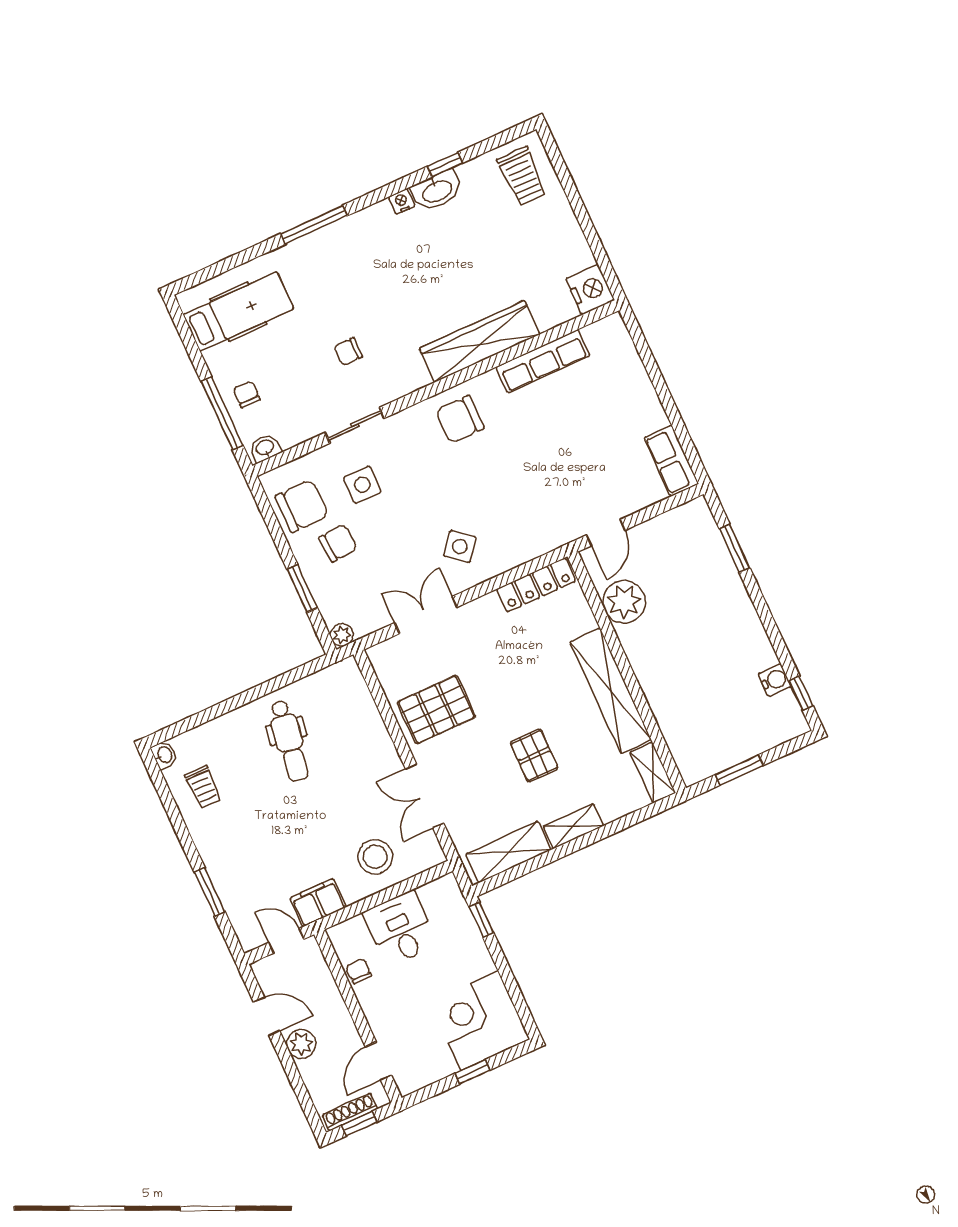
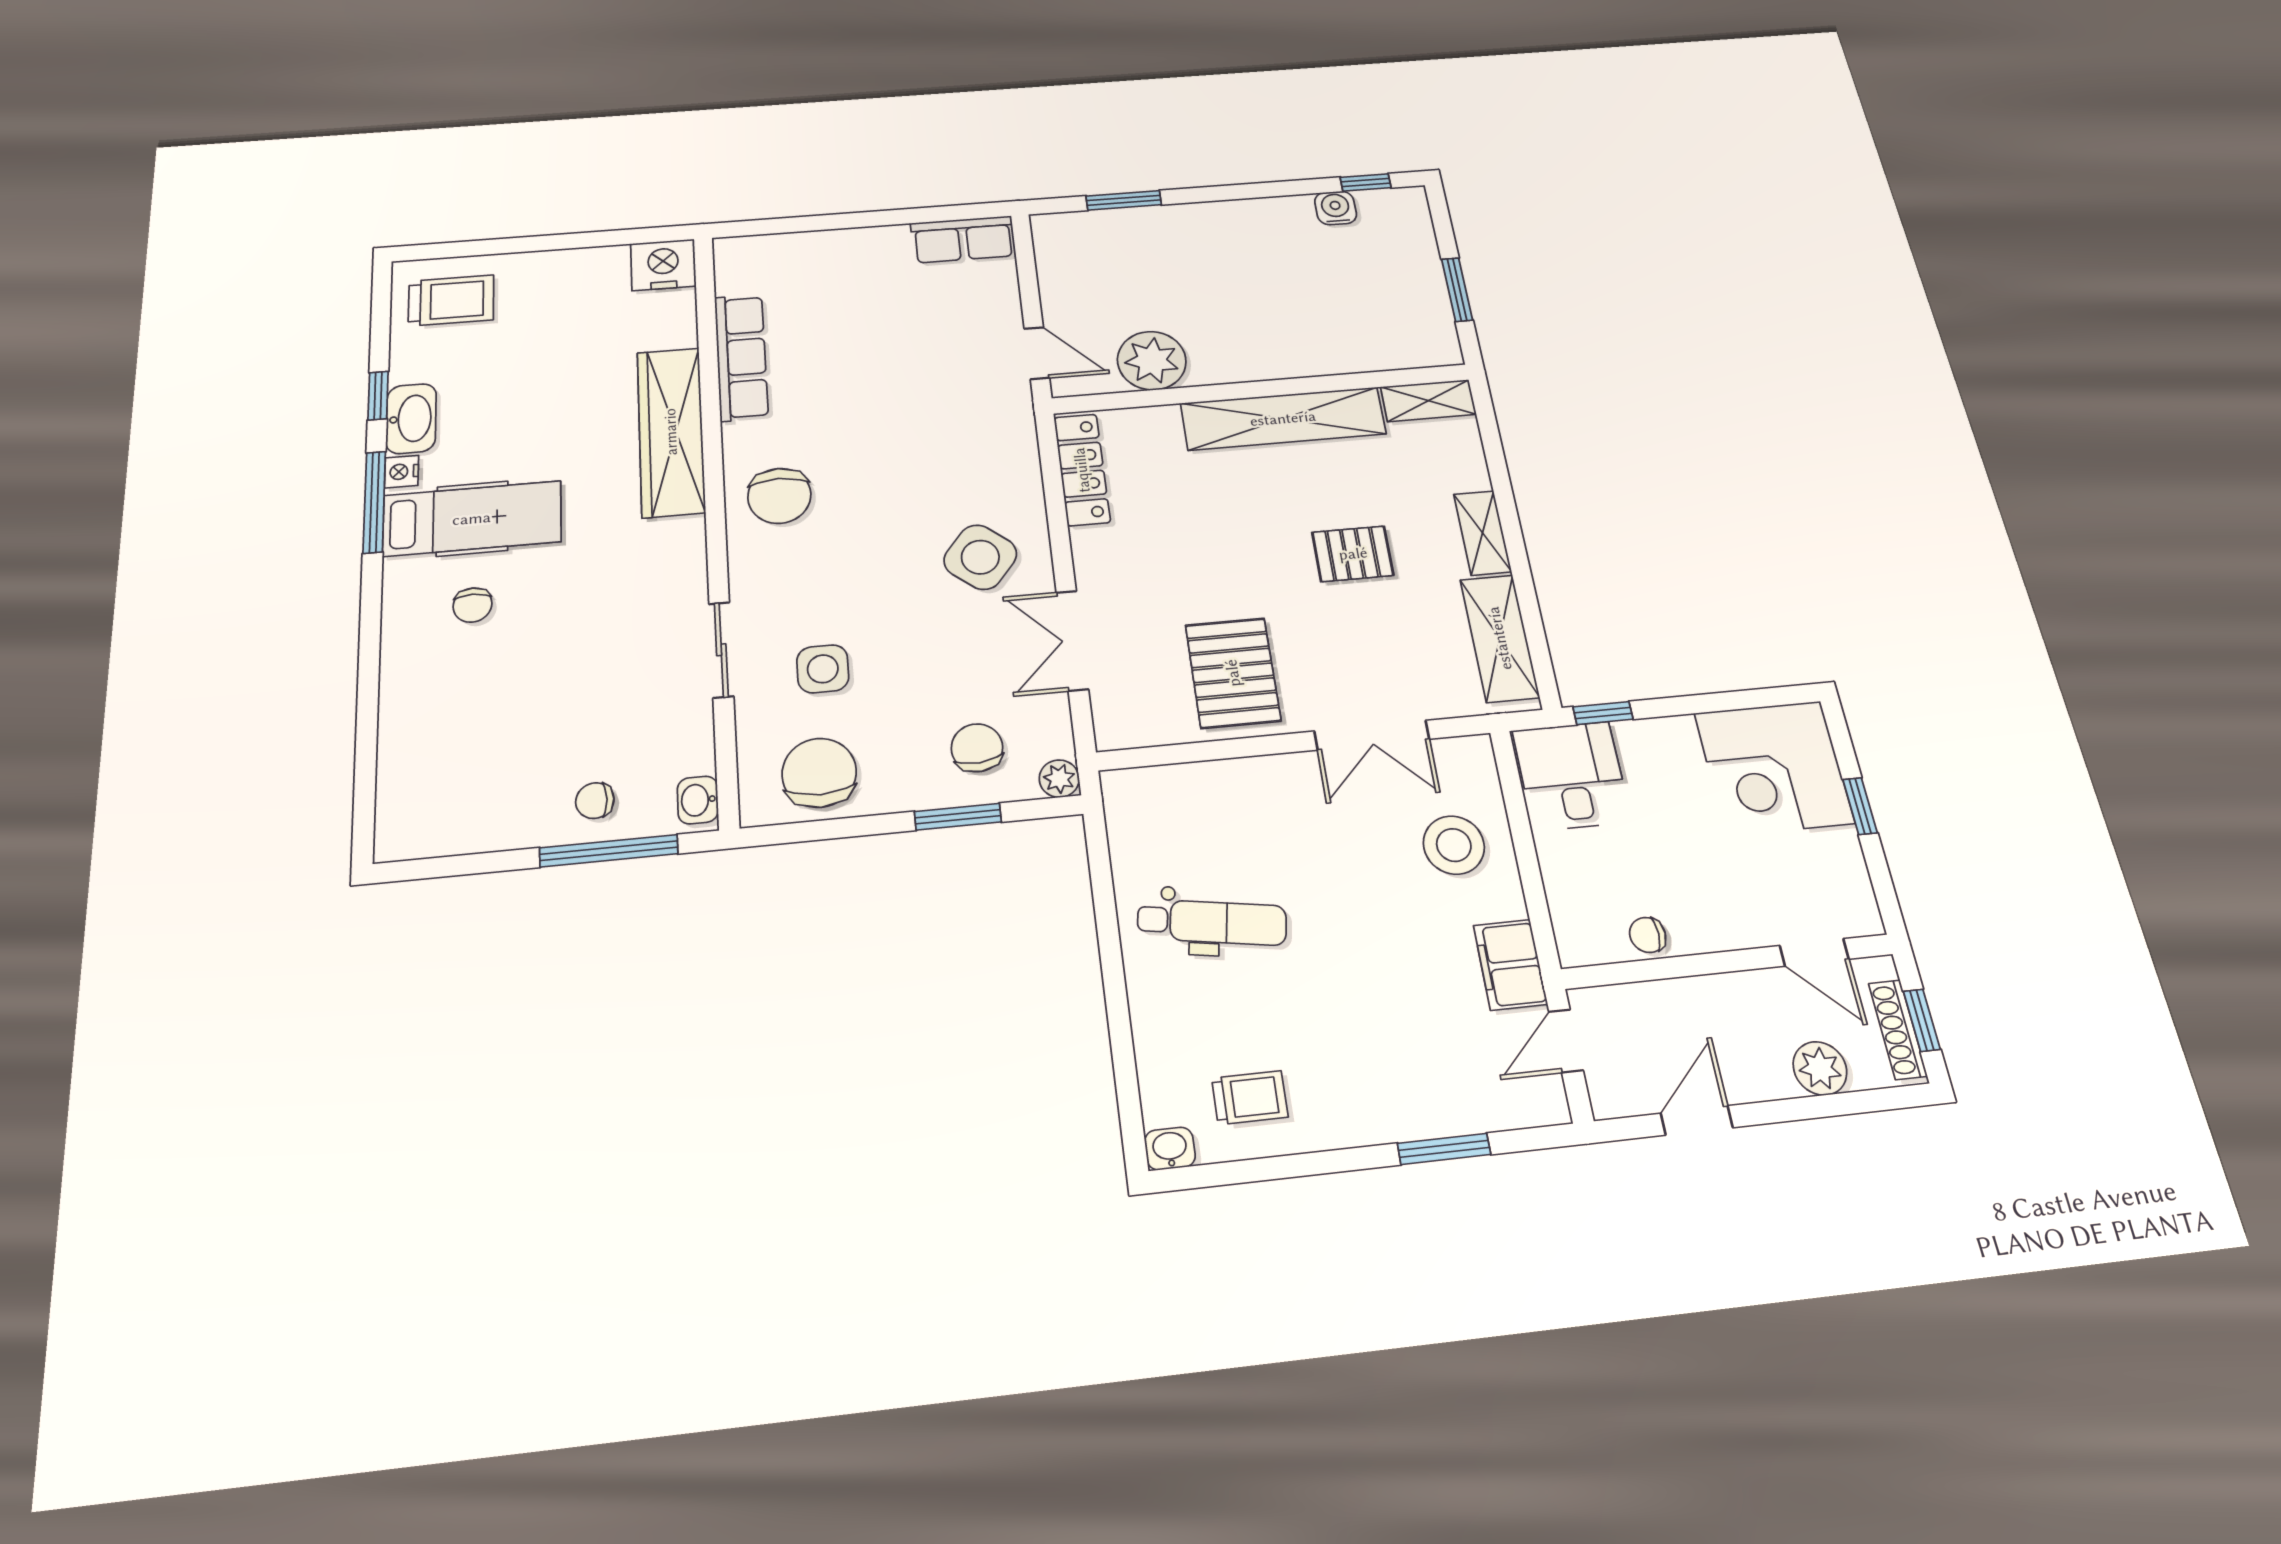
window: (314, 225) -> (374, 502), moved
hospital bed: (238, 312) -> (472, 519), moved, turned 90
chair: (348, 352) -> (472, 605), moved
chair: (338, 543) -> (977, 748), moved
side table: (460, 547) -> (980, 557), width x1.37, depth x1.37
desk: (400, 929) -> (1572, 776), moved, turned 90
plant: (301, 1044) -> (1820, 1068), moved

